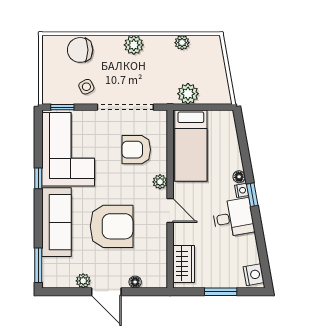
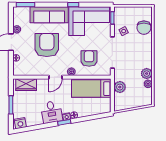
plant: (134, 45) -> (147, 74), moved
chair: (80, 50) -> (144, 28), turned 180
armchair: (112, 226) -> (47, 45), turned 180

